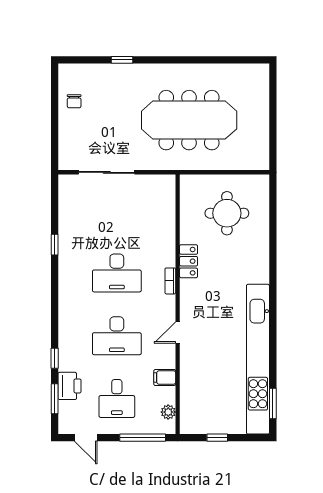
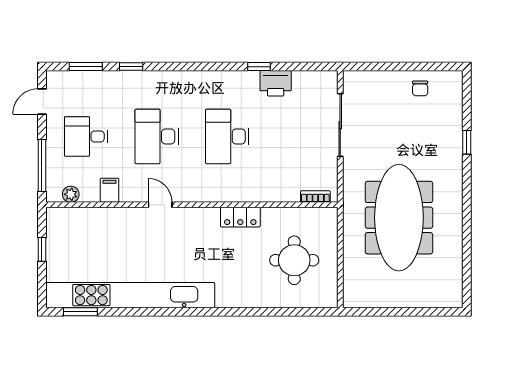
chair: (74, 101) -> (420, 88), turned -90
bookcase: (170, 281) -> (315, 197), moved
printer: (70, 386) -> (276, 83), moved

